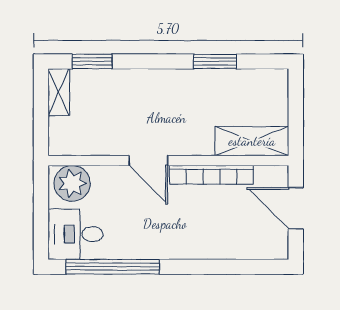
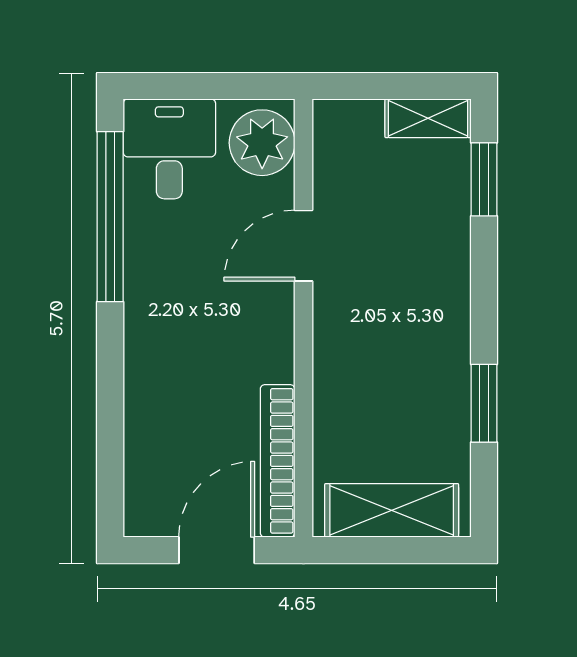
shelving: (252, 141) -> (392, 510), moved, turned 90
door: (148, 161) -> (304, 246), moved
bookcase: (211, 175) -> (278, 461), moved

